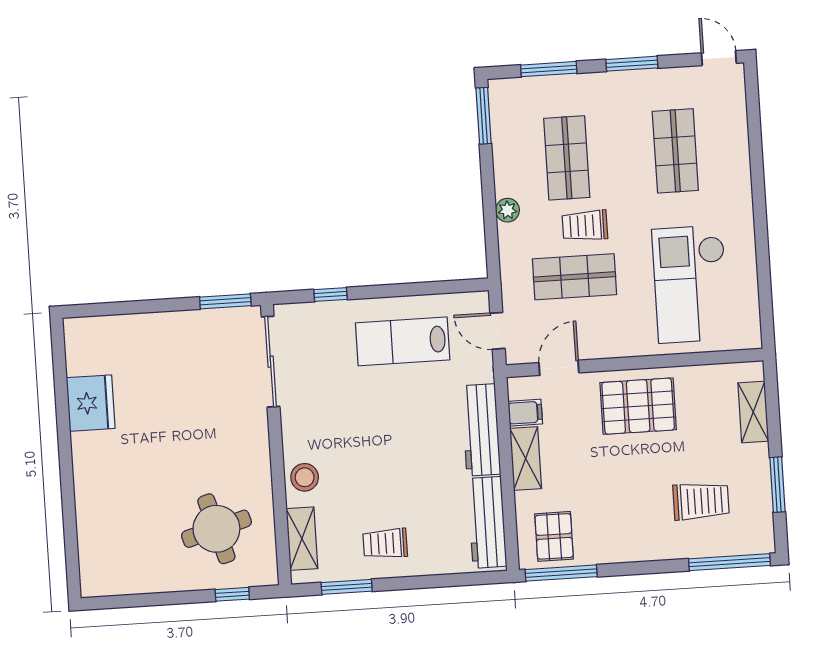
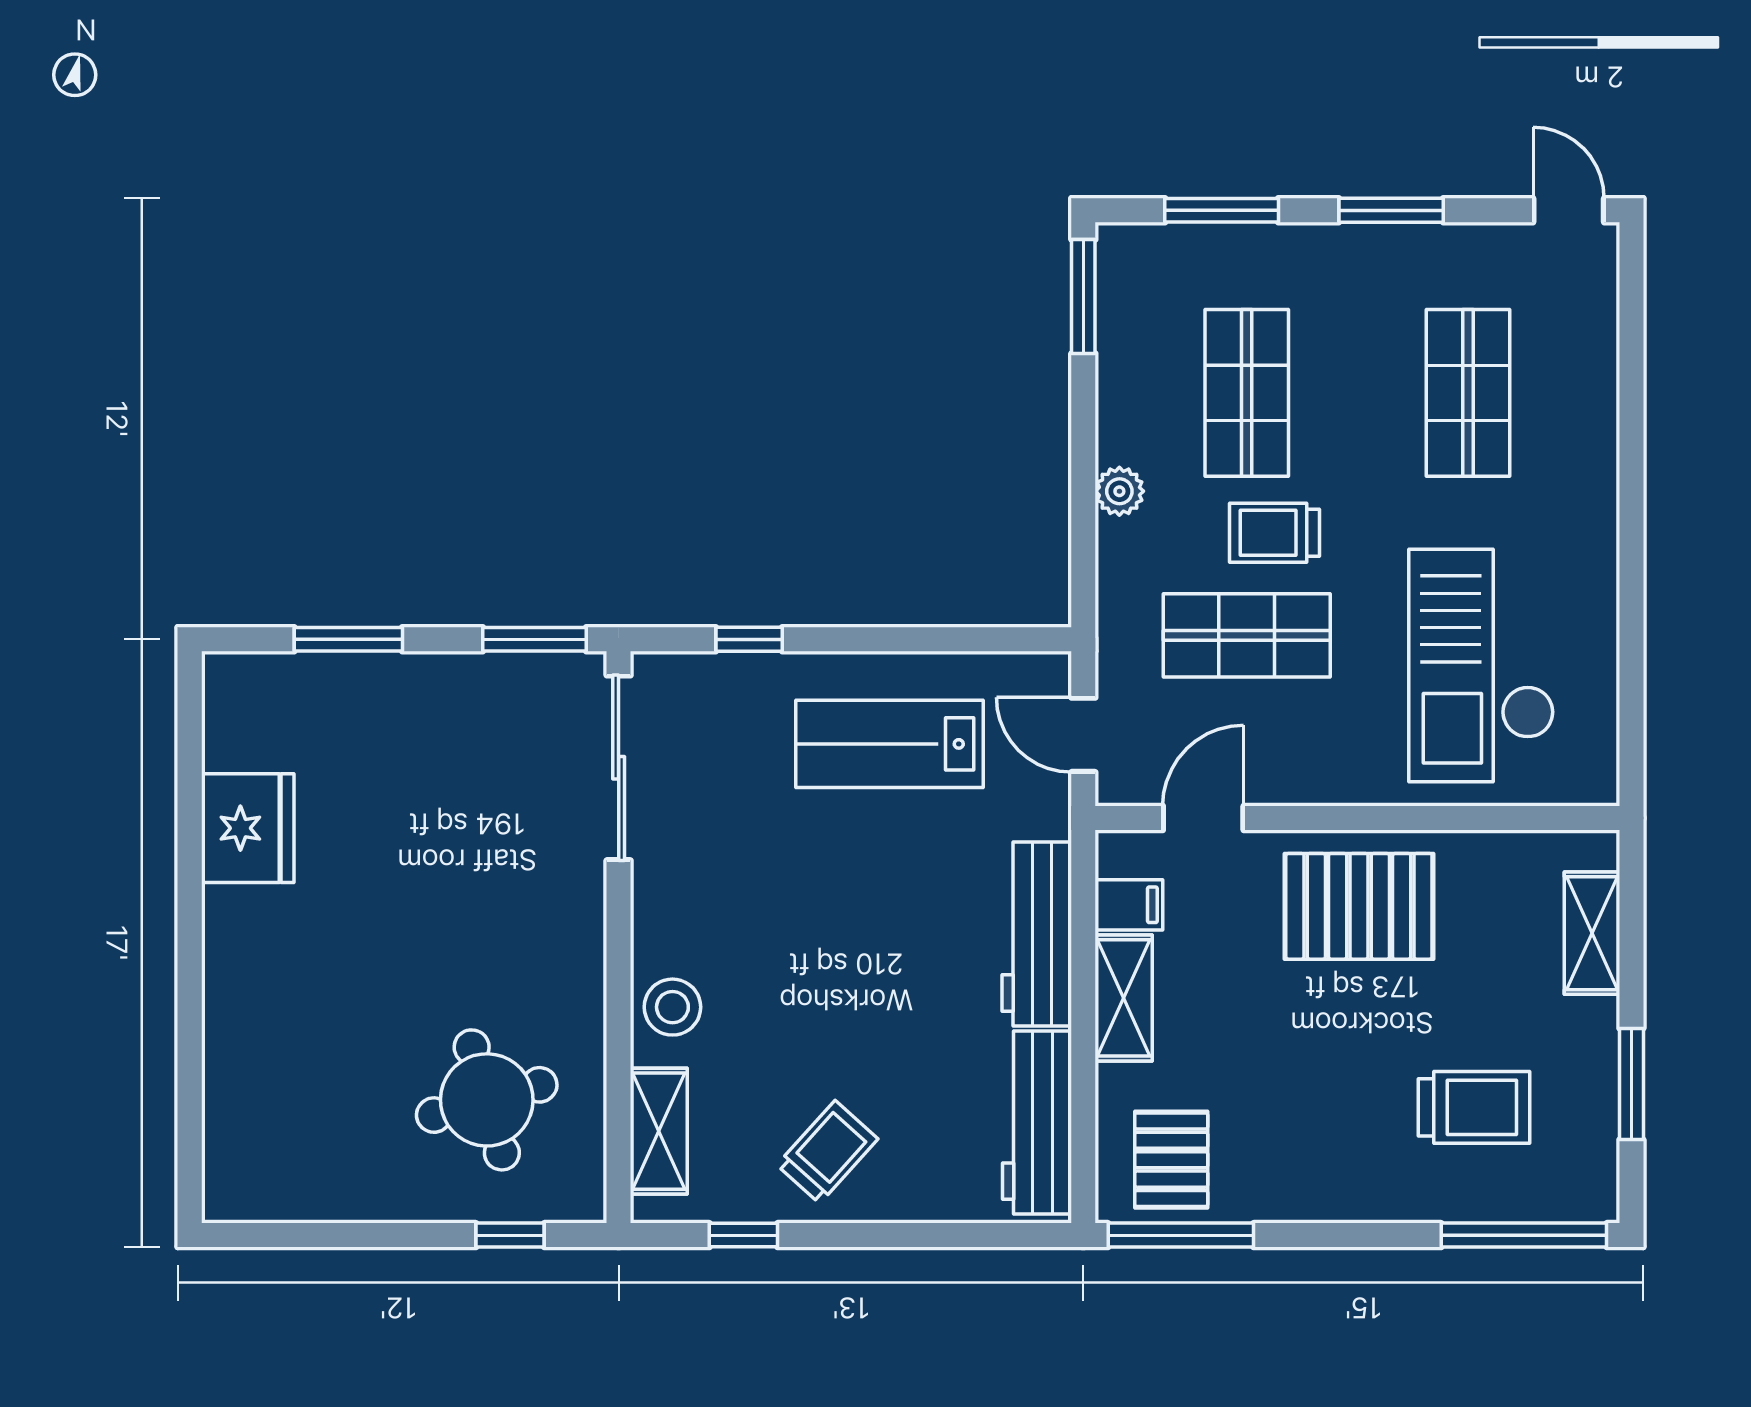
window: (134, 307) -> (348, 639), added
trolley: (385, 543) -> (827, 1152), turned 132
window: (347, 587) -> (743, 1235), width x0.67

